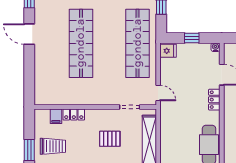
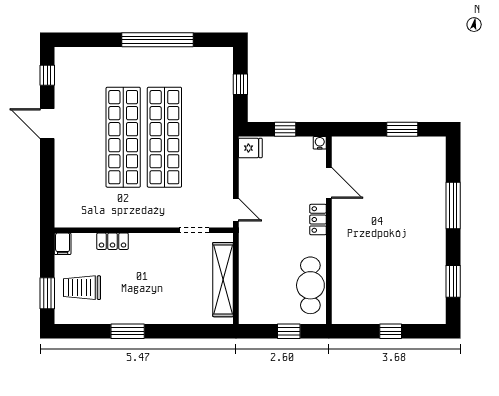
shop shelf: (138, 43) -> (164, 137), moved
filing cabinet: (56, 116) -> (63, 244), moved
pallet: (110, 139) -> (165, 277), removed
trolley: (53, 146) -> (82, 288), turned 180

